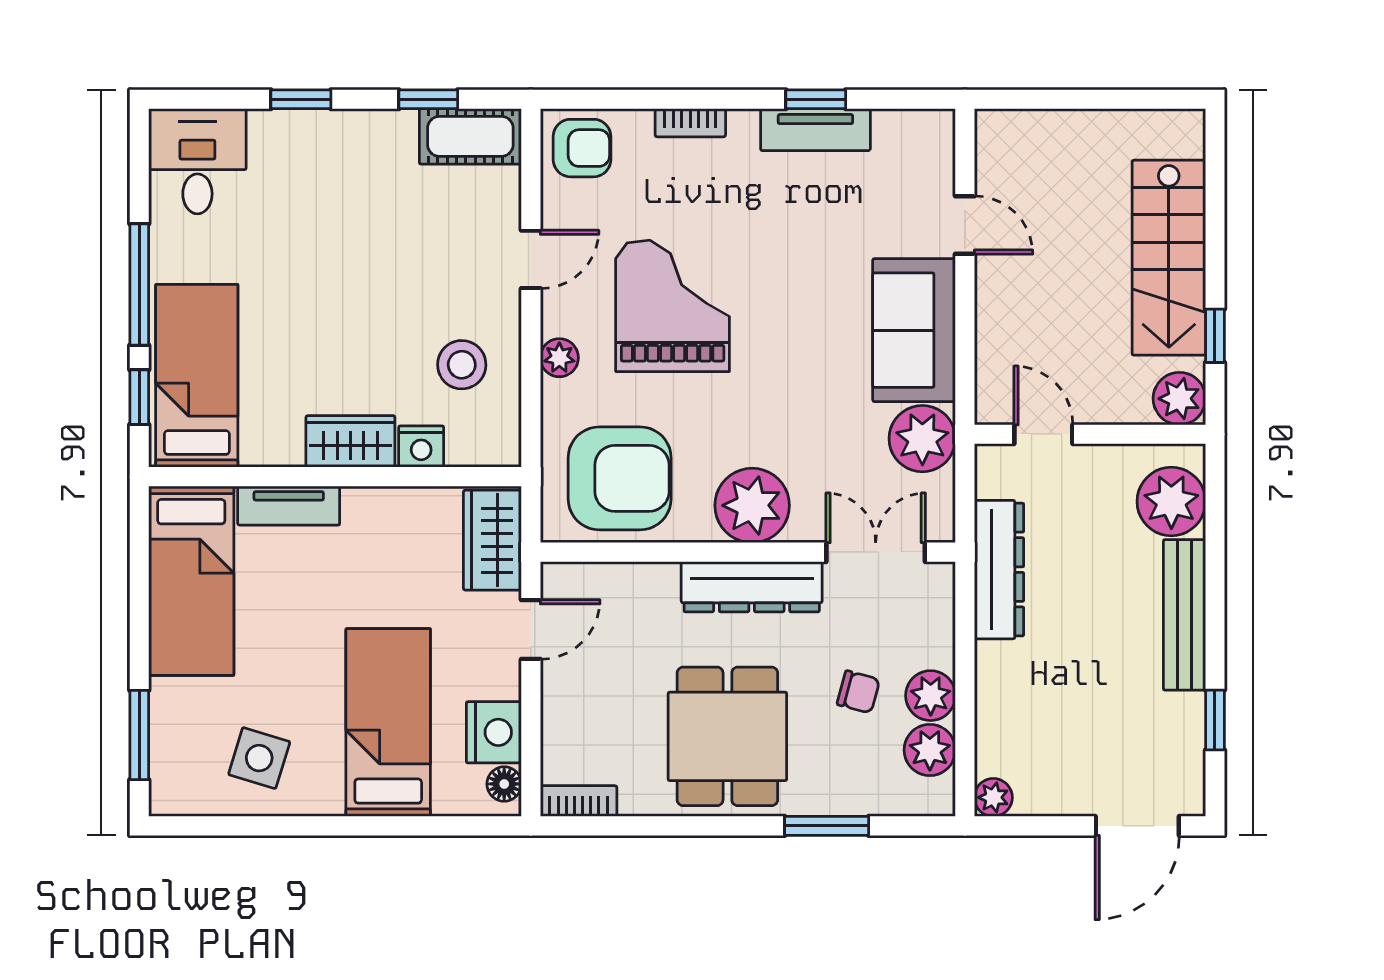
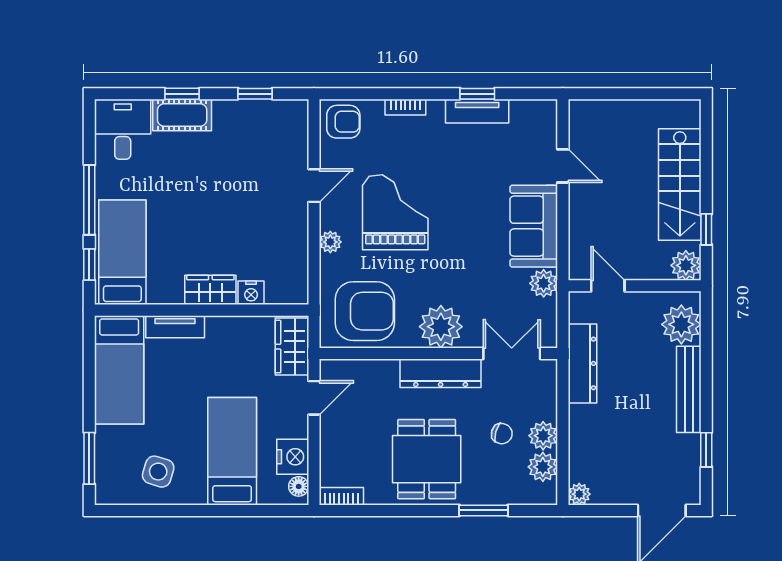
cot: (470, 136) -> (182, 115), moved
stool: (462, 365) -> (274, 246), removed
plant: (922, 439) -> (544, 283), width x0.73, depth x0.73

